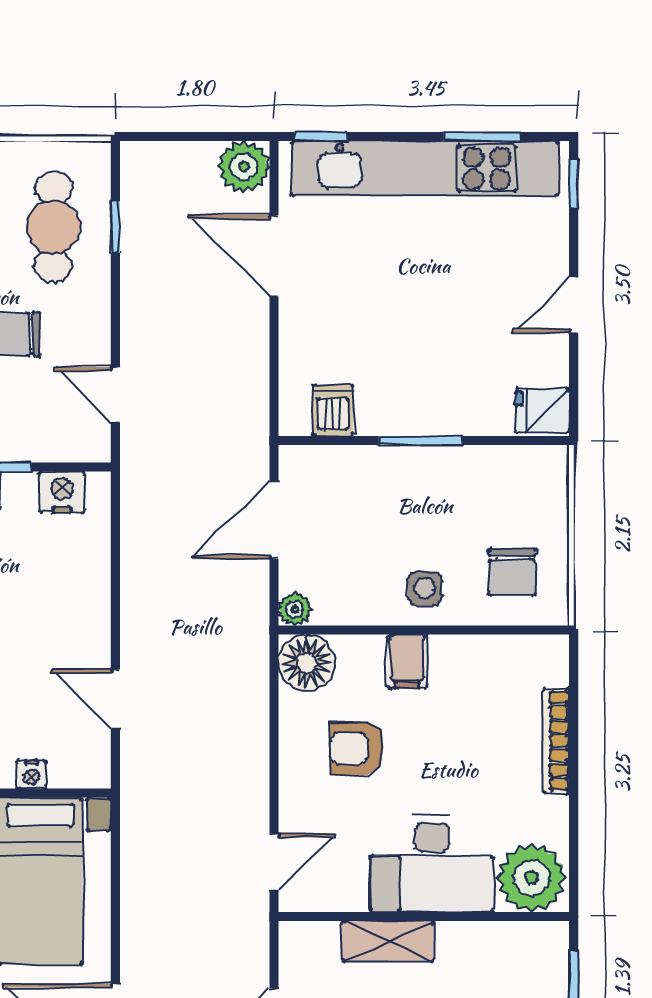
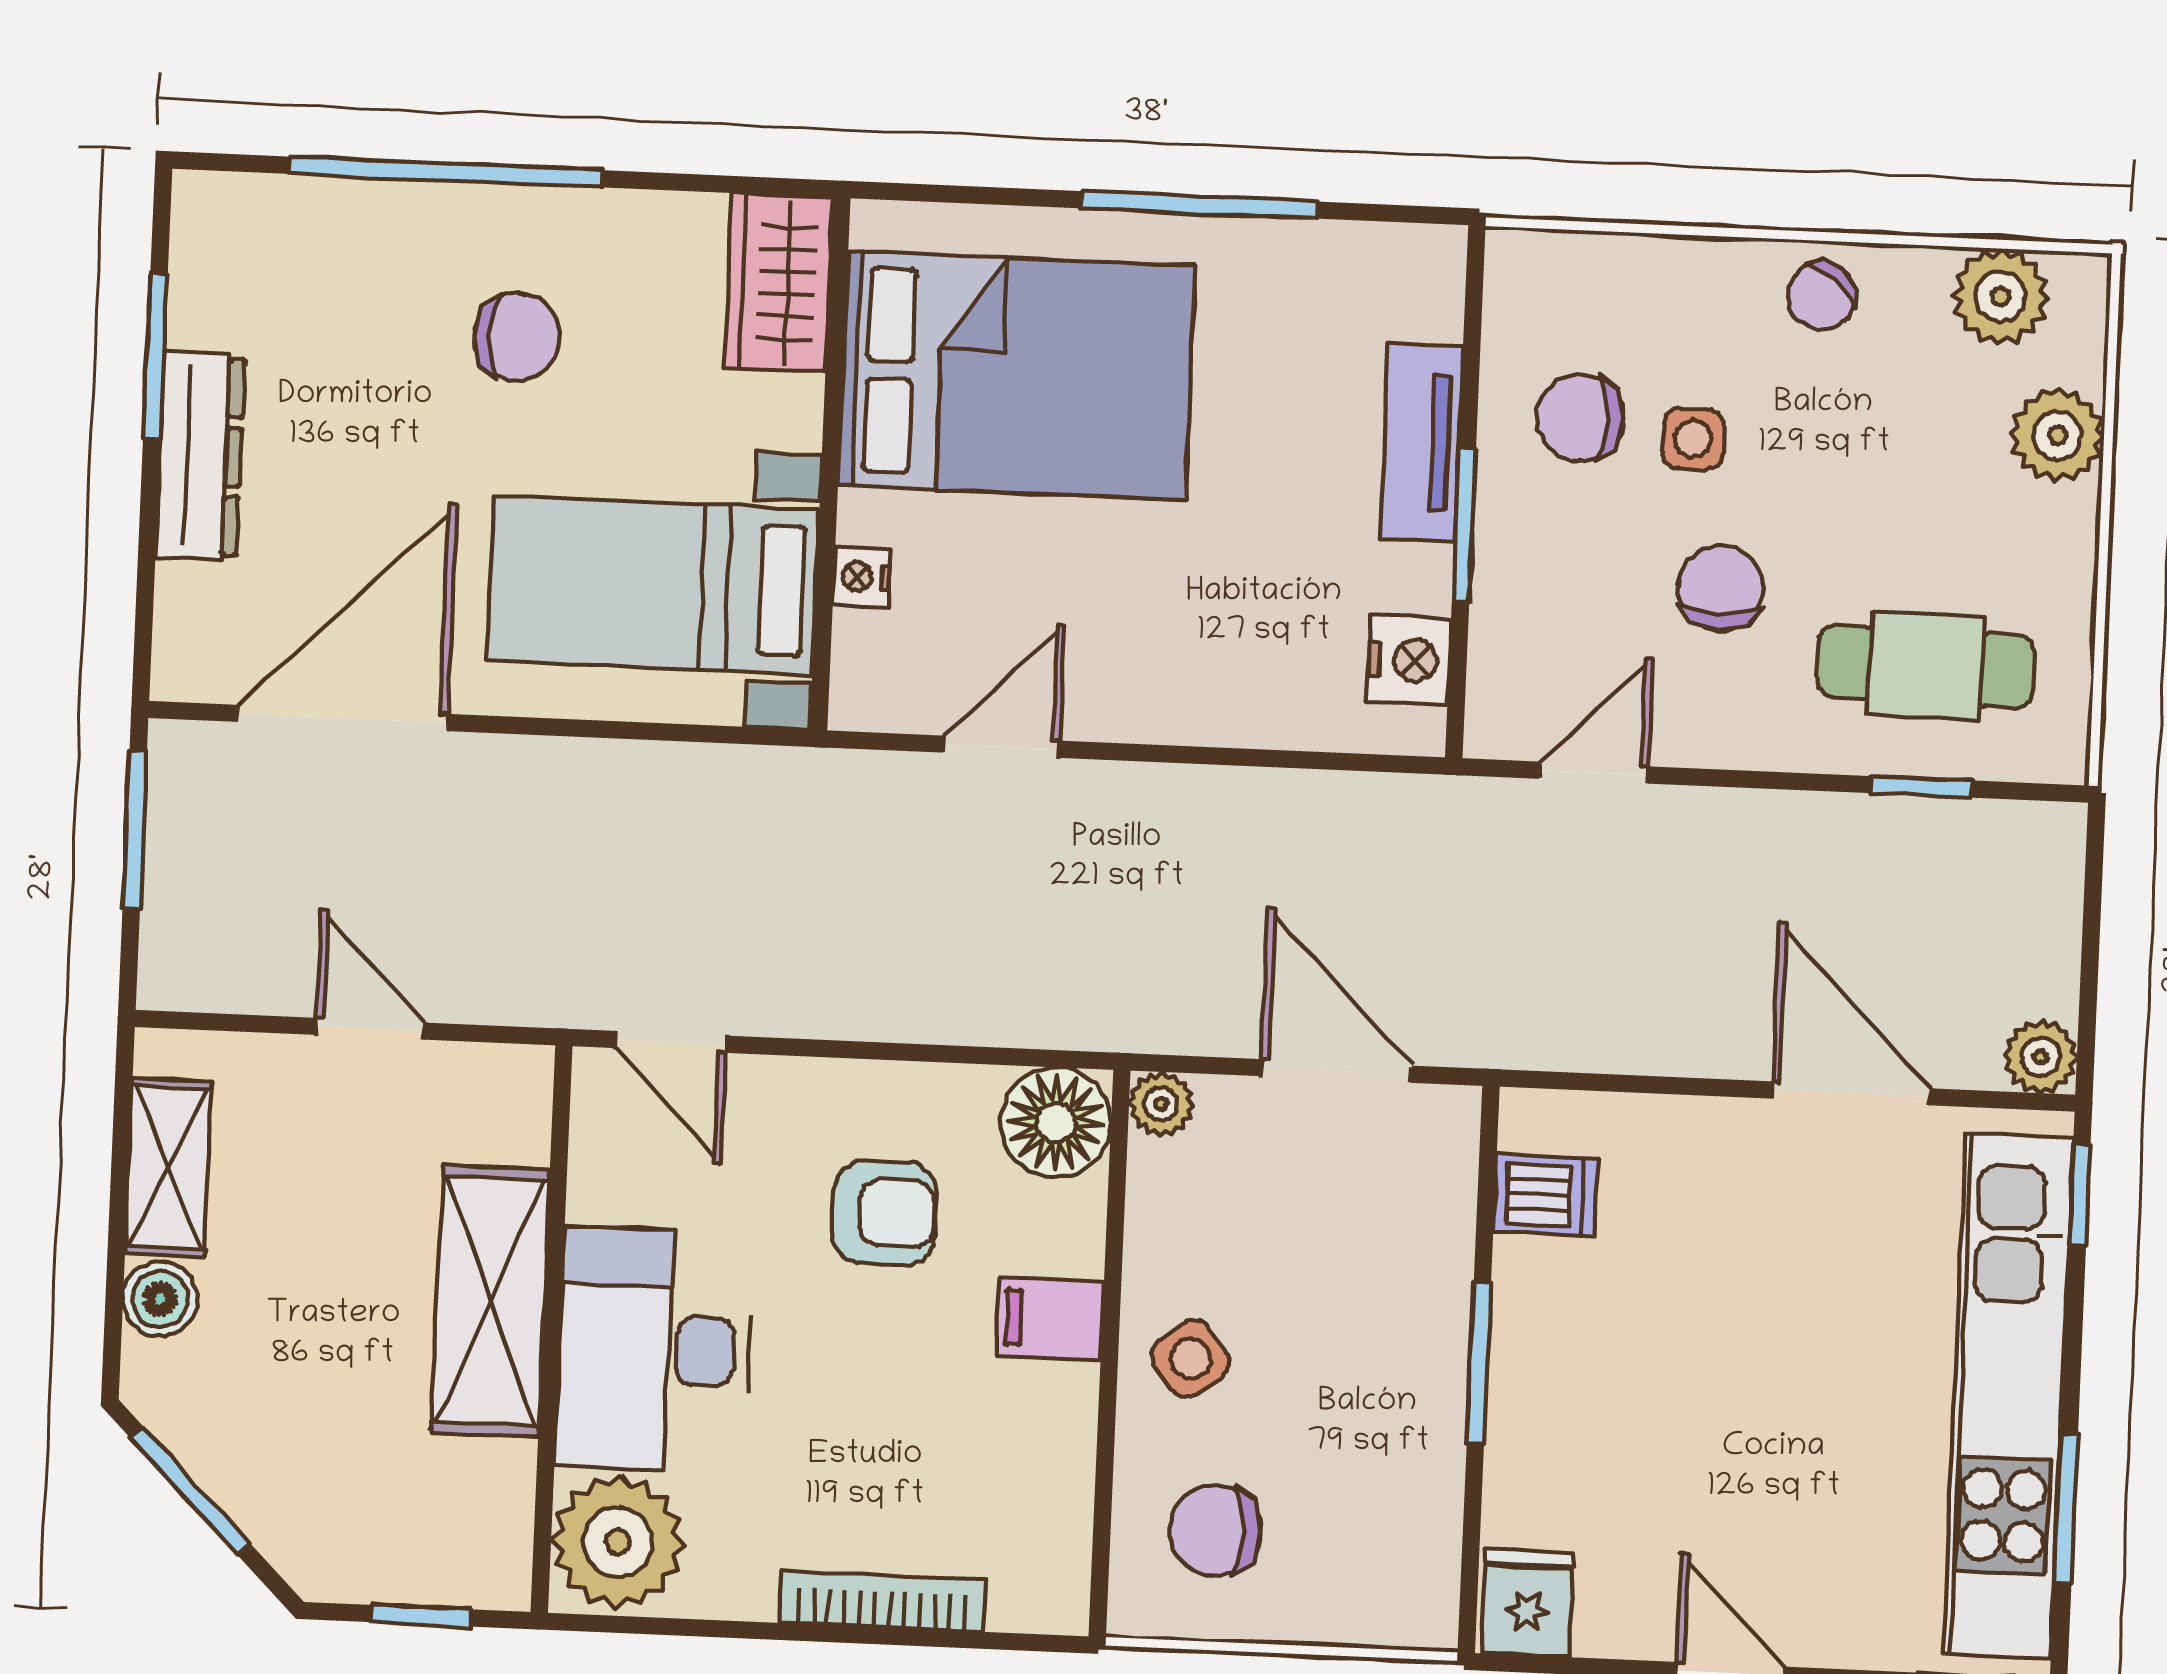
plant: (244, 167) -> (2041, 1057), width x0.73, depth x0.73
door: (274, 256) -> (1851, 1093), hinge flipped
side table: (425, 588) -> (1190, 1359), turned -38
armchair: (357, 748) -> (885, 1213), turned 90
shelving: (388, 941) -> (491, 1301), width x1.50, depth x1.33

